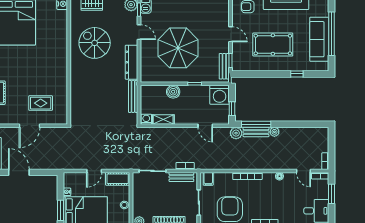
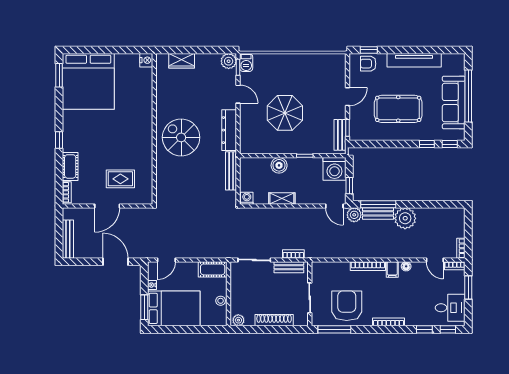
door: (231, 34) -> (348, 97), hinge flipped
spiral stairs: (95, 43) -> (181, 137), moved
parasol: (178, 48) -> (285, 113), width x0.73, depth x0.73
window: (316, 74) -> (450, 144), added
shelving: (163, 119) -> (282, 198), moved
door: (205, 126) -> (334, 206), moved
plant: (274, 132) -> (405, 218), width x1.88, depth x1.88
door: (94, 171) -> (166, 260), moved
door: (19, 172) -> (116, 262), moved
filing cabinet: (208, 179) -> (392, 269), moved

